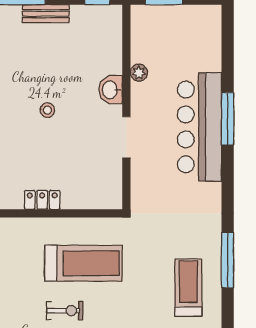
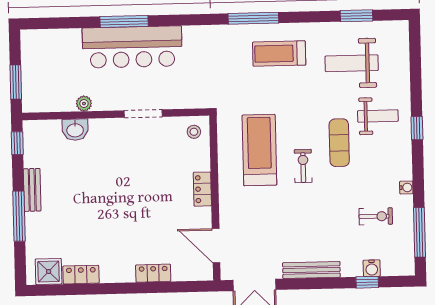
washbasin: (110, 90) -> (75, 130), moved
stool: (47, 110) -> (194, 132), moved

